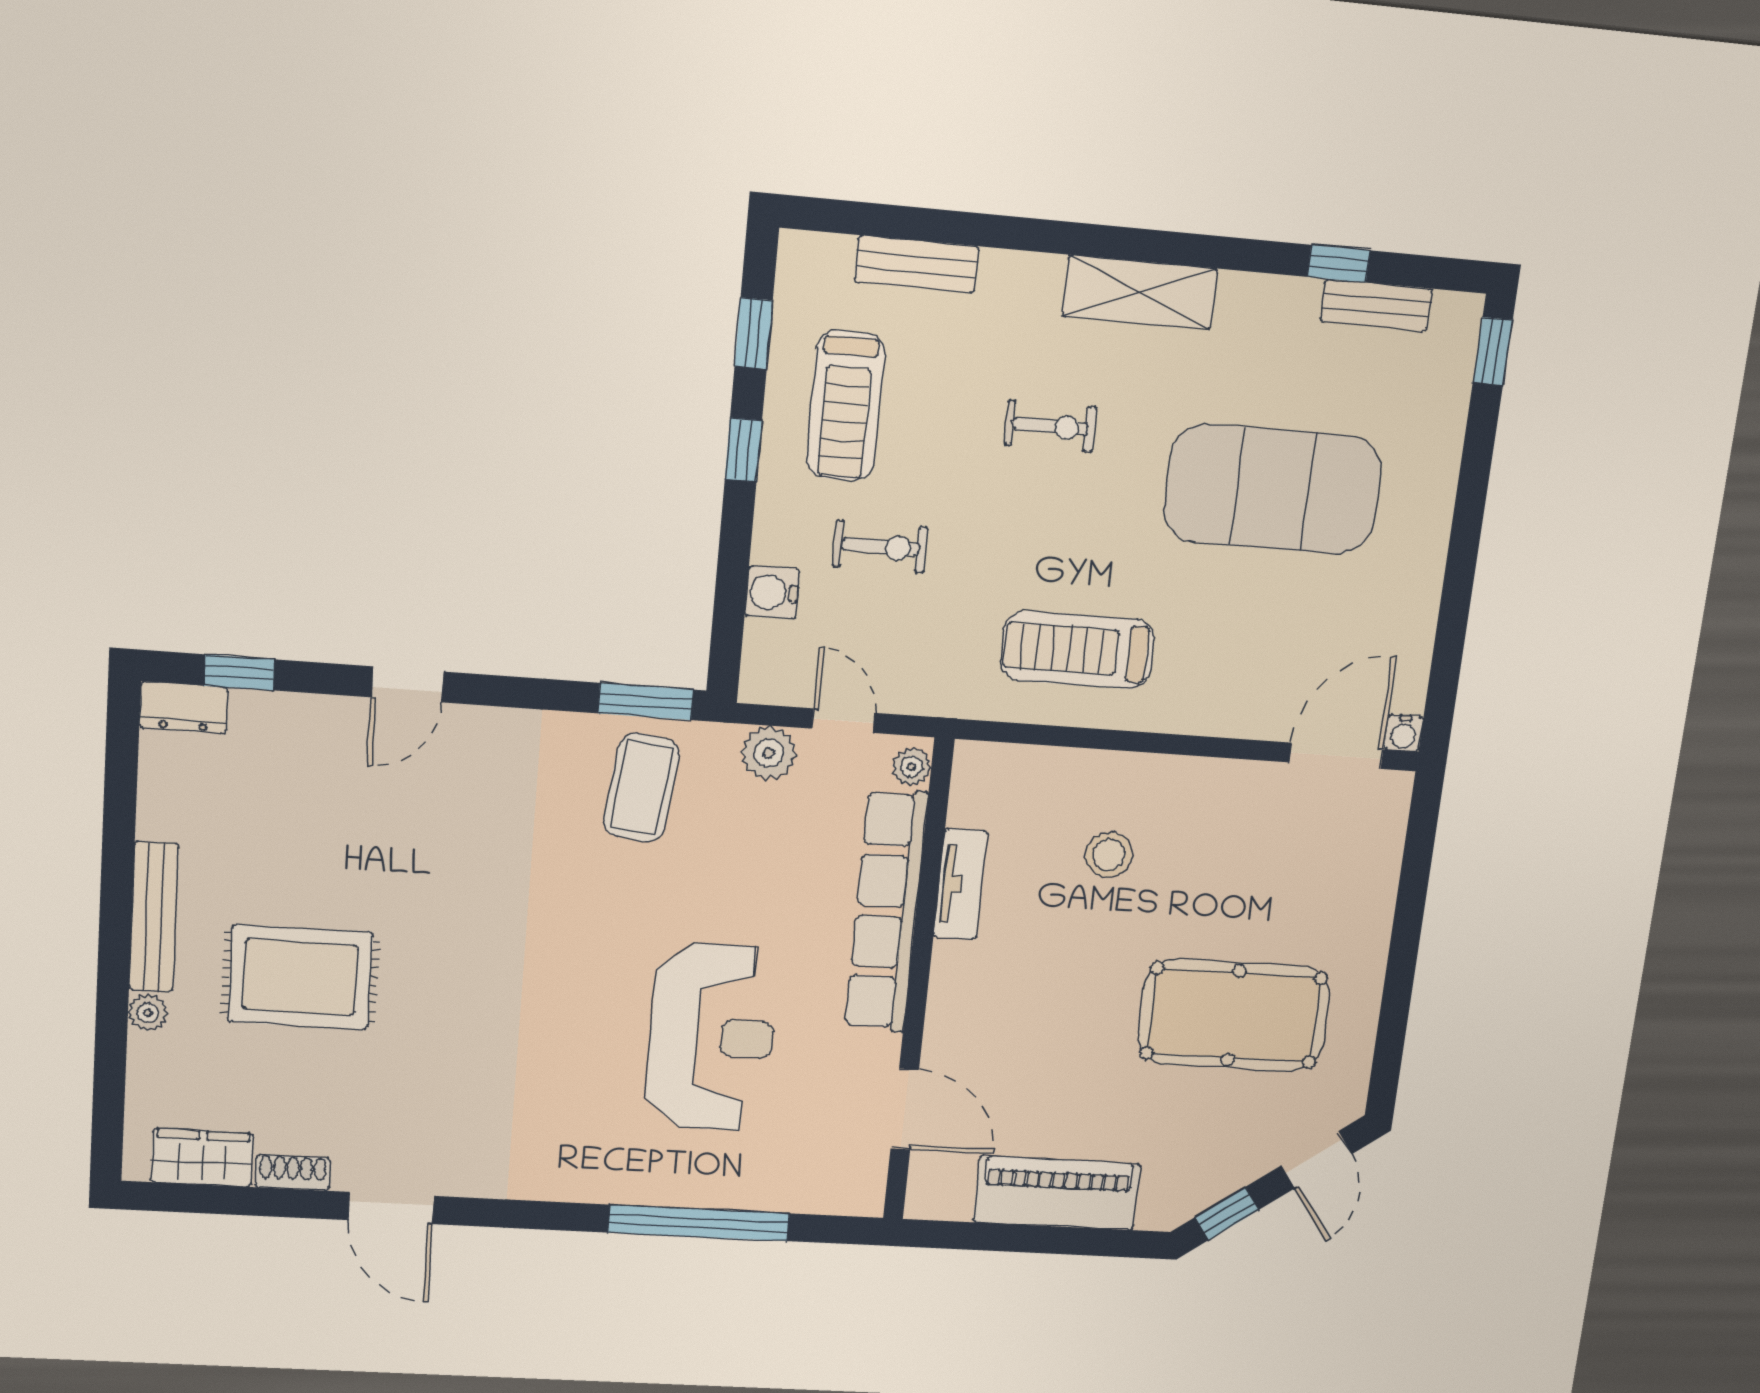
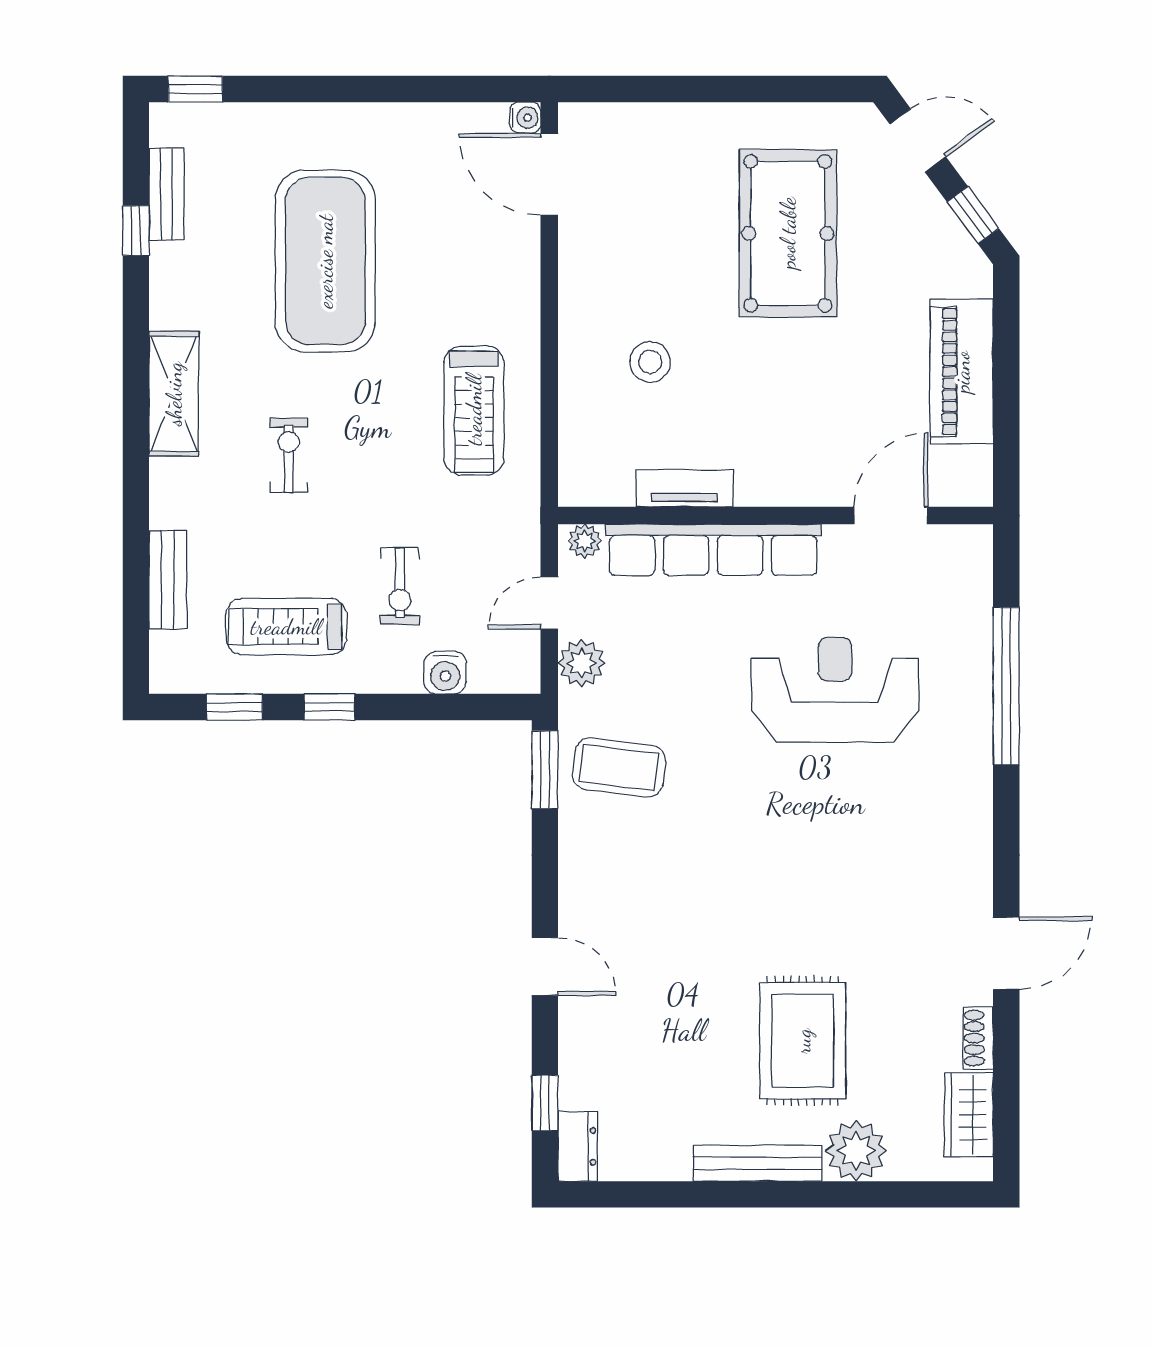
treadmill: (846, 406) -> (286, 627), turned 180
exercise bike: (880, 547) -> (400, 586), turned 180
plant: (148, 1013) -> (856, 1151), width x1.88, depth x1.88

